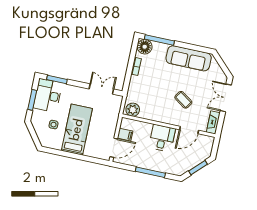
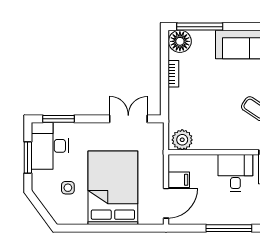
bed: (77, 130) -> (113, 188), width x1.50

